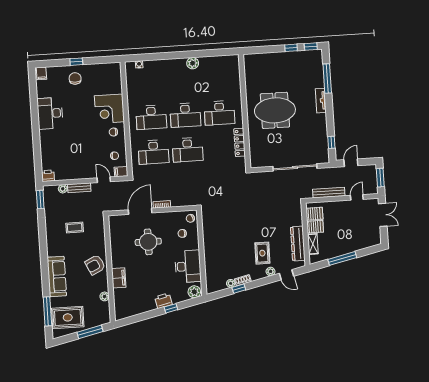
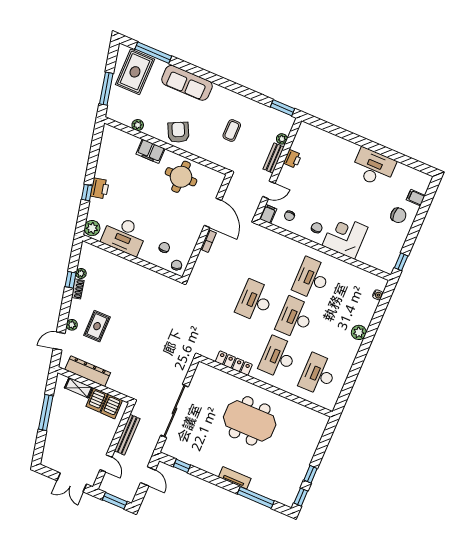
window: (76, 62) -> (401, 262), moved
plant: (193, 63) -> (359, 332), moved
filing cabinet: (41, 73) -> (416, 198), moved
meeting table: (275, 110) -> (250, 421), turned 90
desk: (153, 152) -> (318, 374), moved
printer: (48, 176) -> (292, 159), moved
round table: (148, 242) -> (181, 177), moved
rug: (262, 253) -> (97, 326), turned 90

